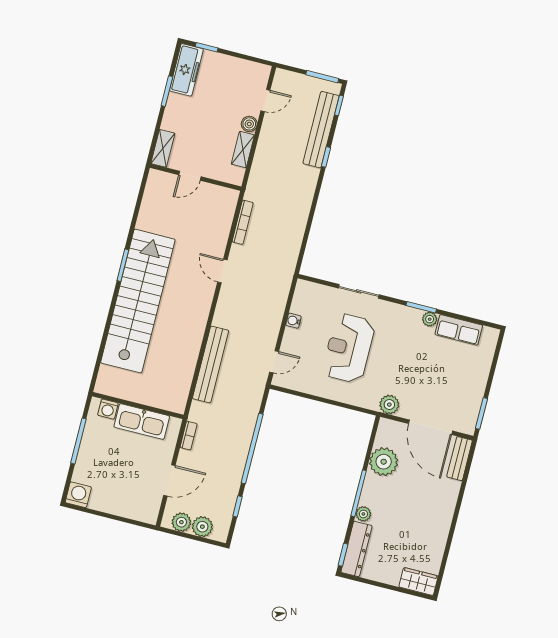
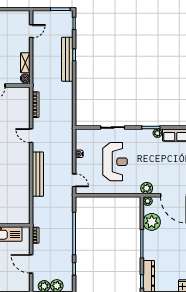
boiler: (249, 124) -> (25, 78), moved
bench: (321, 130) -> (67, 59), moved
reception desk: (349, 348) -> (115, 162), turned 180
door: (274, 362) -> (74, 180), hinge flipped
bench: (211, 364) -> (38, 174), moved
door: (169, 480) -> (31, 264), swing flipped
plant: (363, 514) -> (148, 201), moved

